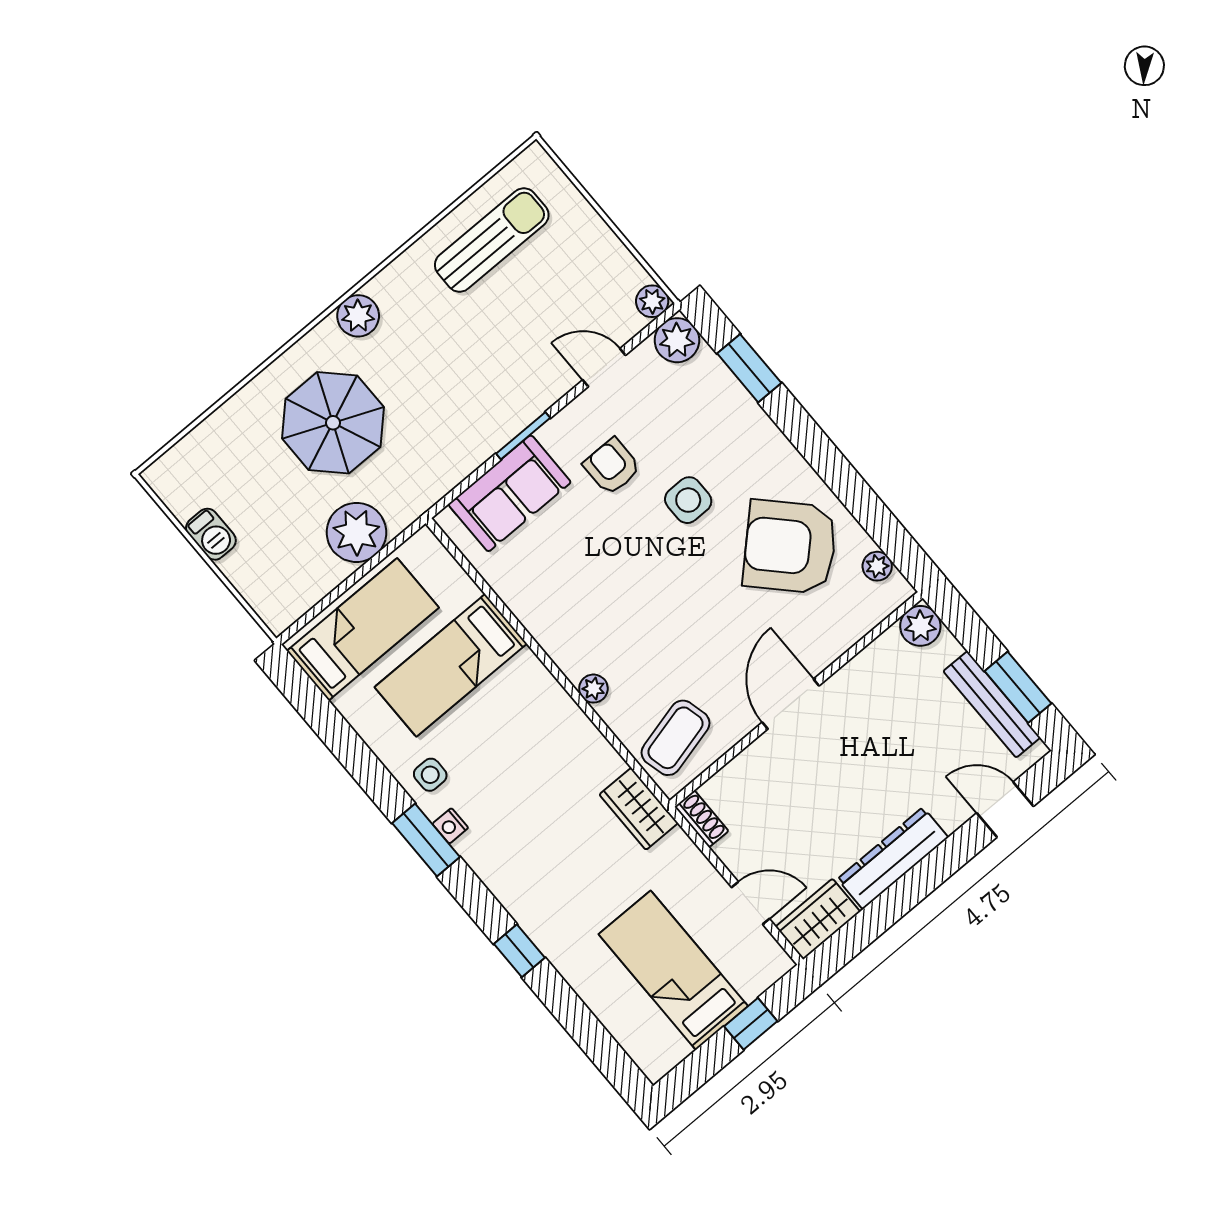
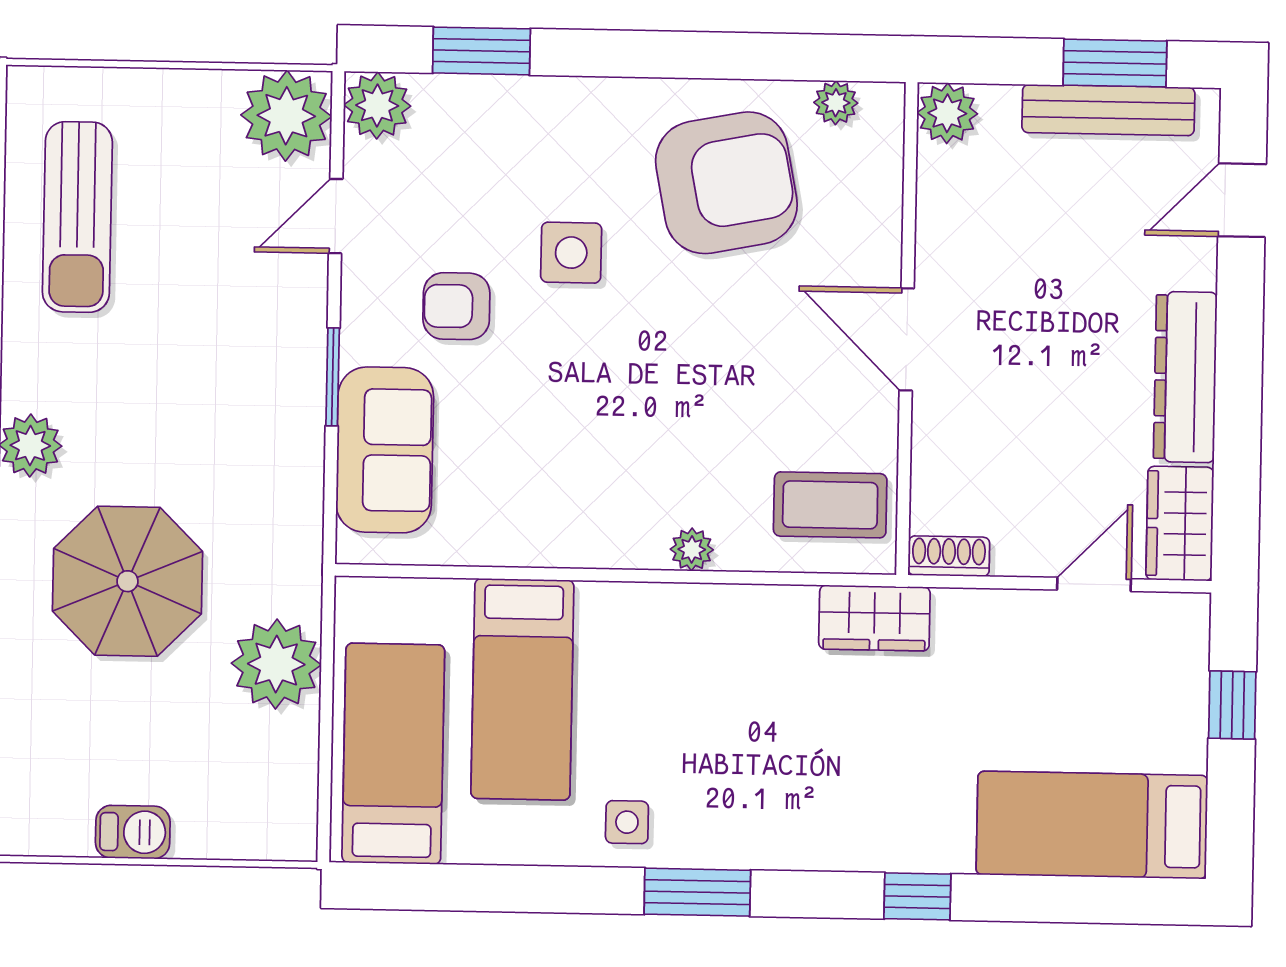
sun lounger: (492, 240) -> (77, 217), turned 180
plant: (652, 301) -> (286, 116), width x1.88, depth x1.88
armchair: (790, 547) -> (726, 183), turned -147
coffee table: (676, 738) -> (830, 505), turned -76
nightstand: (450, 826) -> (706, 850), removed
bed: (673, 970) -> (1092, 825), moved

